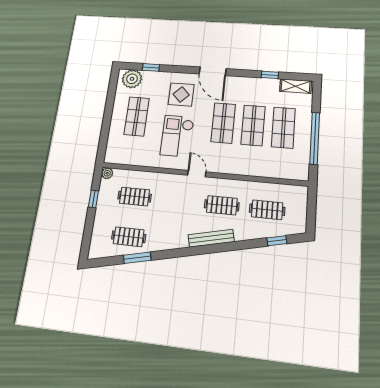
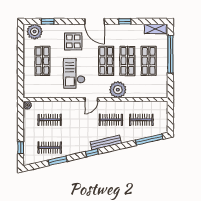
window: (270, 75) -> (125, 21), moved
window: (315, 138) -> (170, 54), moved
plant: (236, 163) -> (118, 90), added
door: (197, 174) -> (91, 99), swing flipped
window: (93, 199) -> (21, 148), moved
window: (277, 241) -> (149, 140), width x2.17
window: (189, 251) -> (92, 153), added

